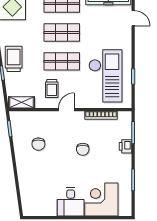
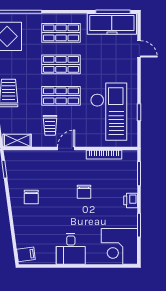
chair: (38, 144) -> (31, 197), moved
printer: (126, 146) -> (131, 200), moved
corner desk: (101, 199) -> (119, 246), moved, turned -90
filing cabinet: (30, 207) -> (26, 254), added

